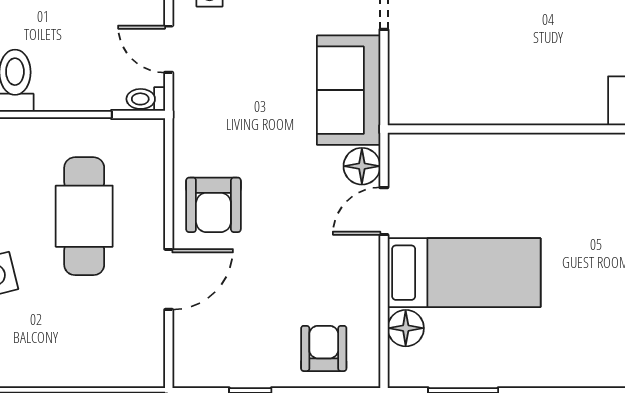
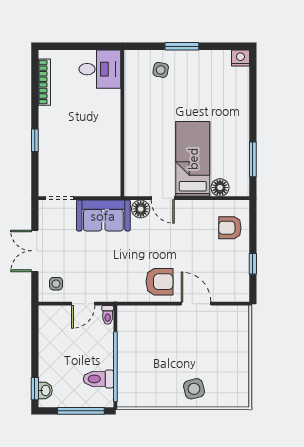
cafe table: (84, 216) -> (165, 345), removed

